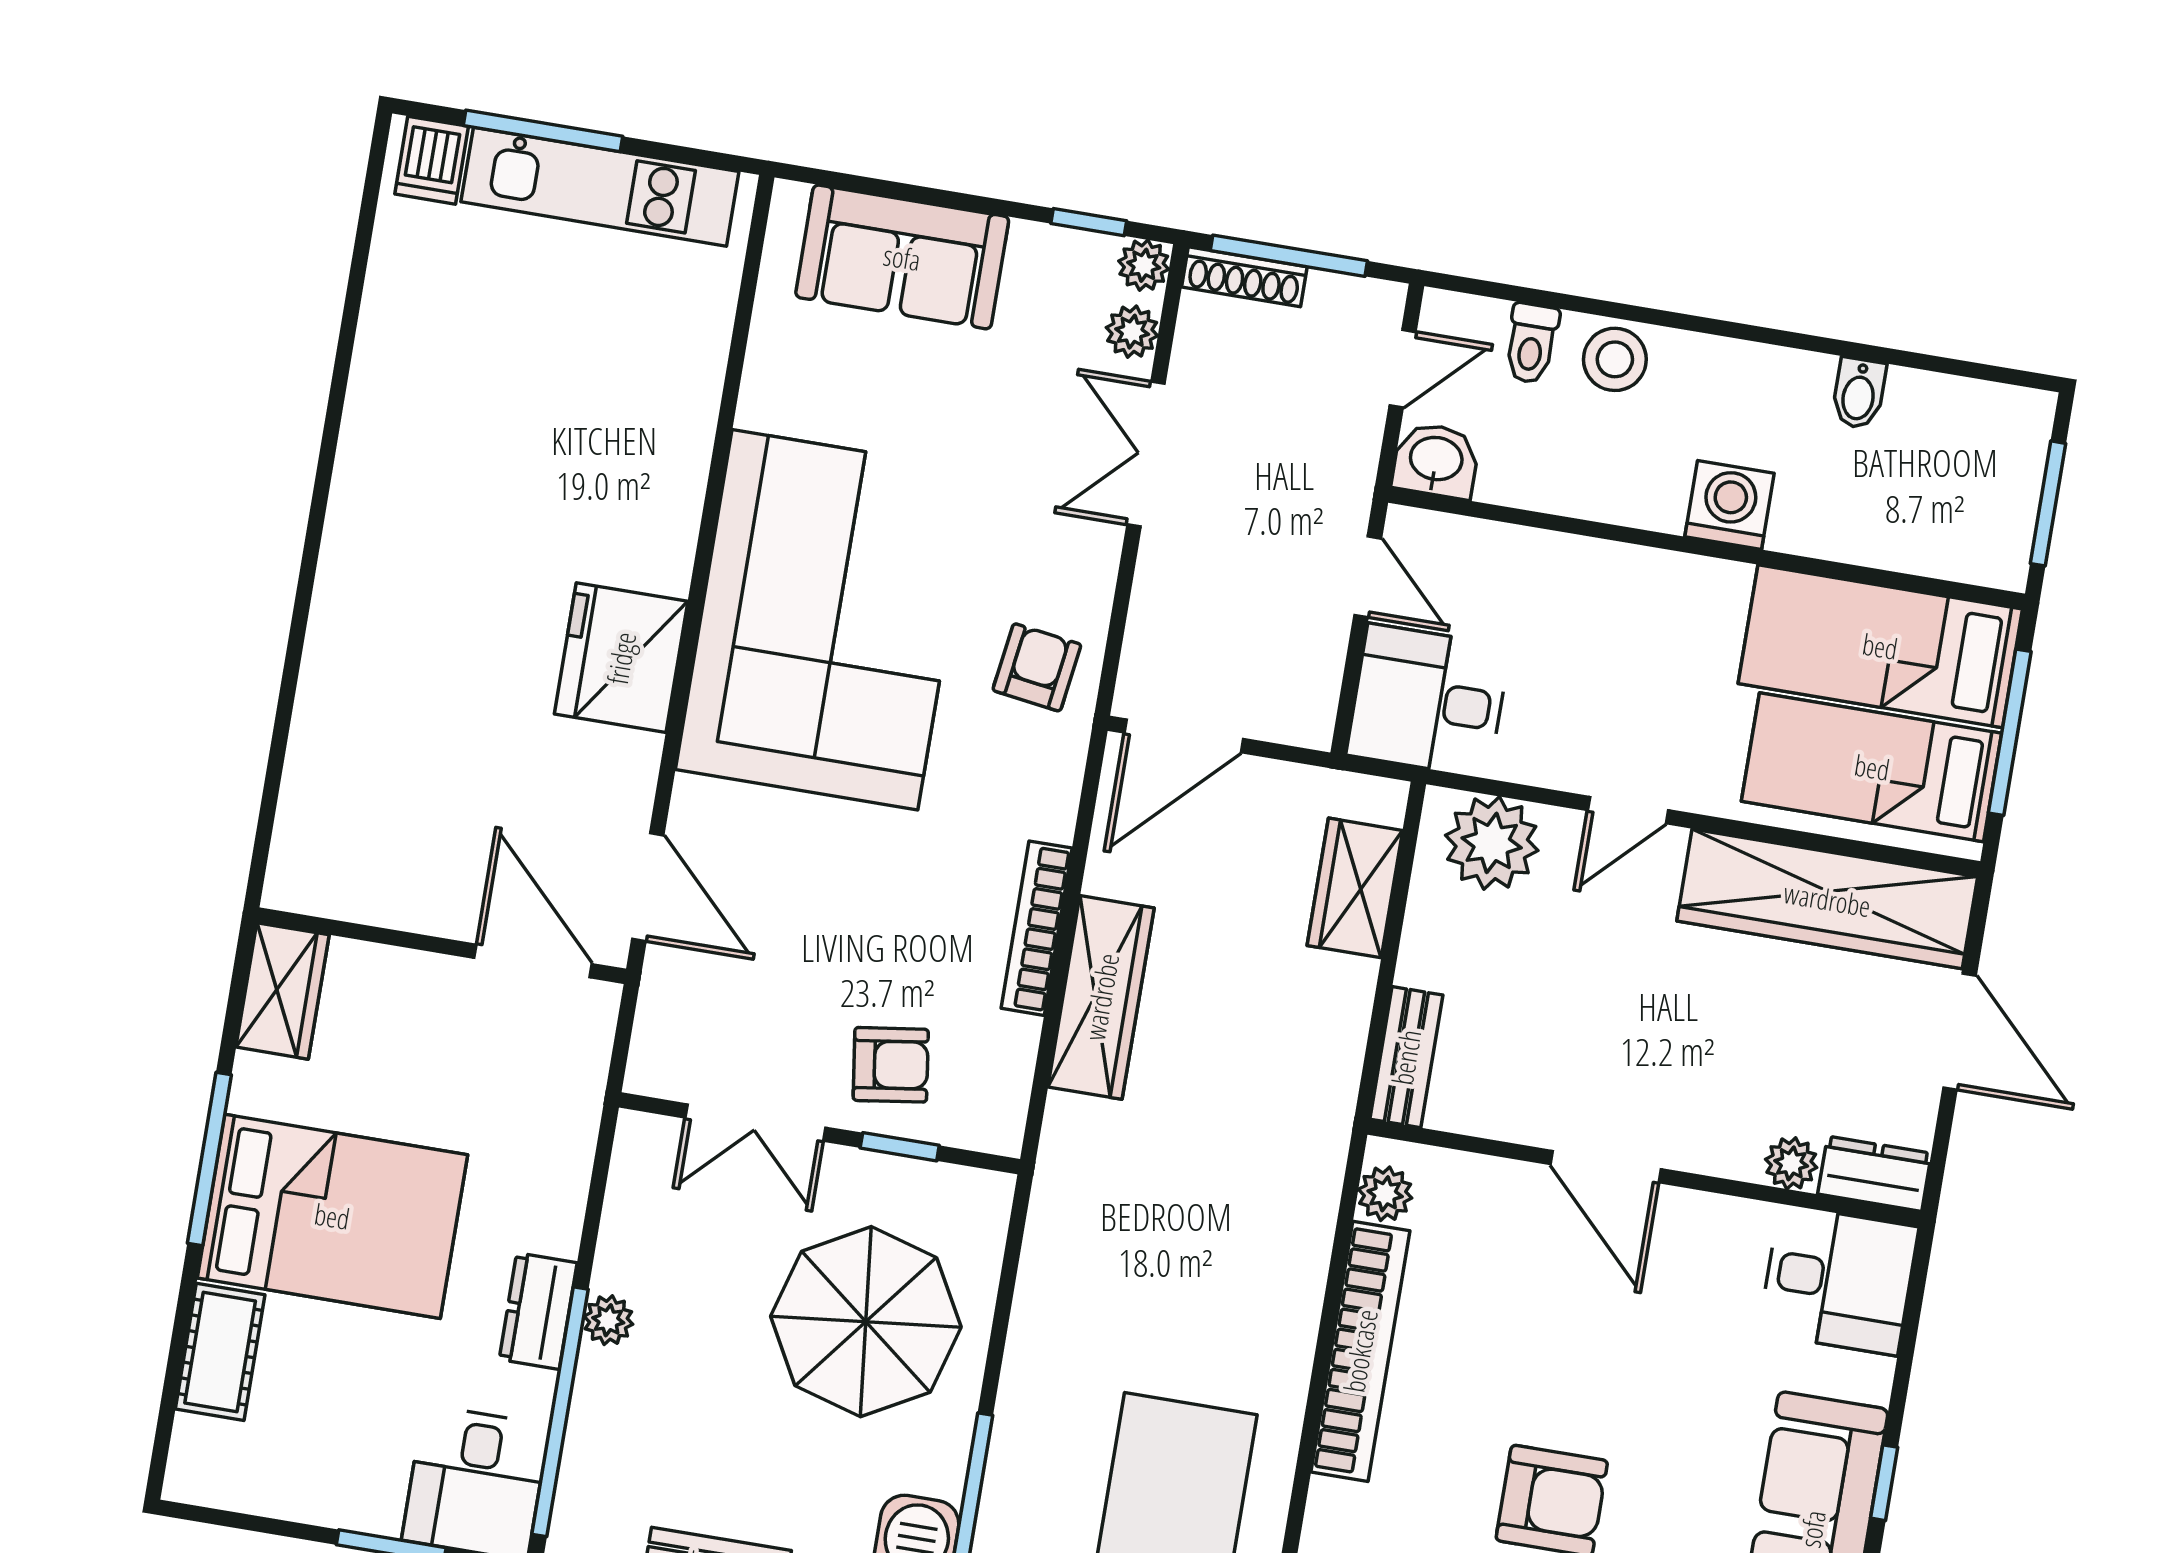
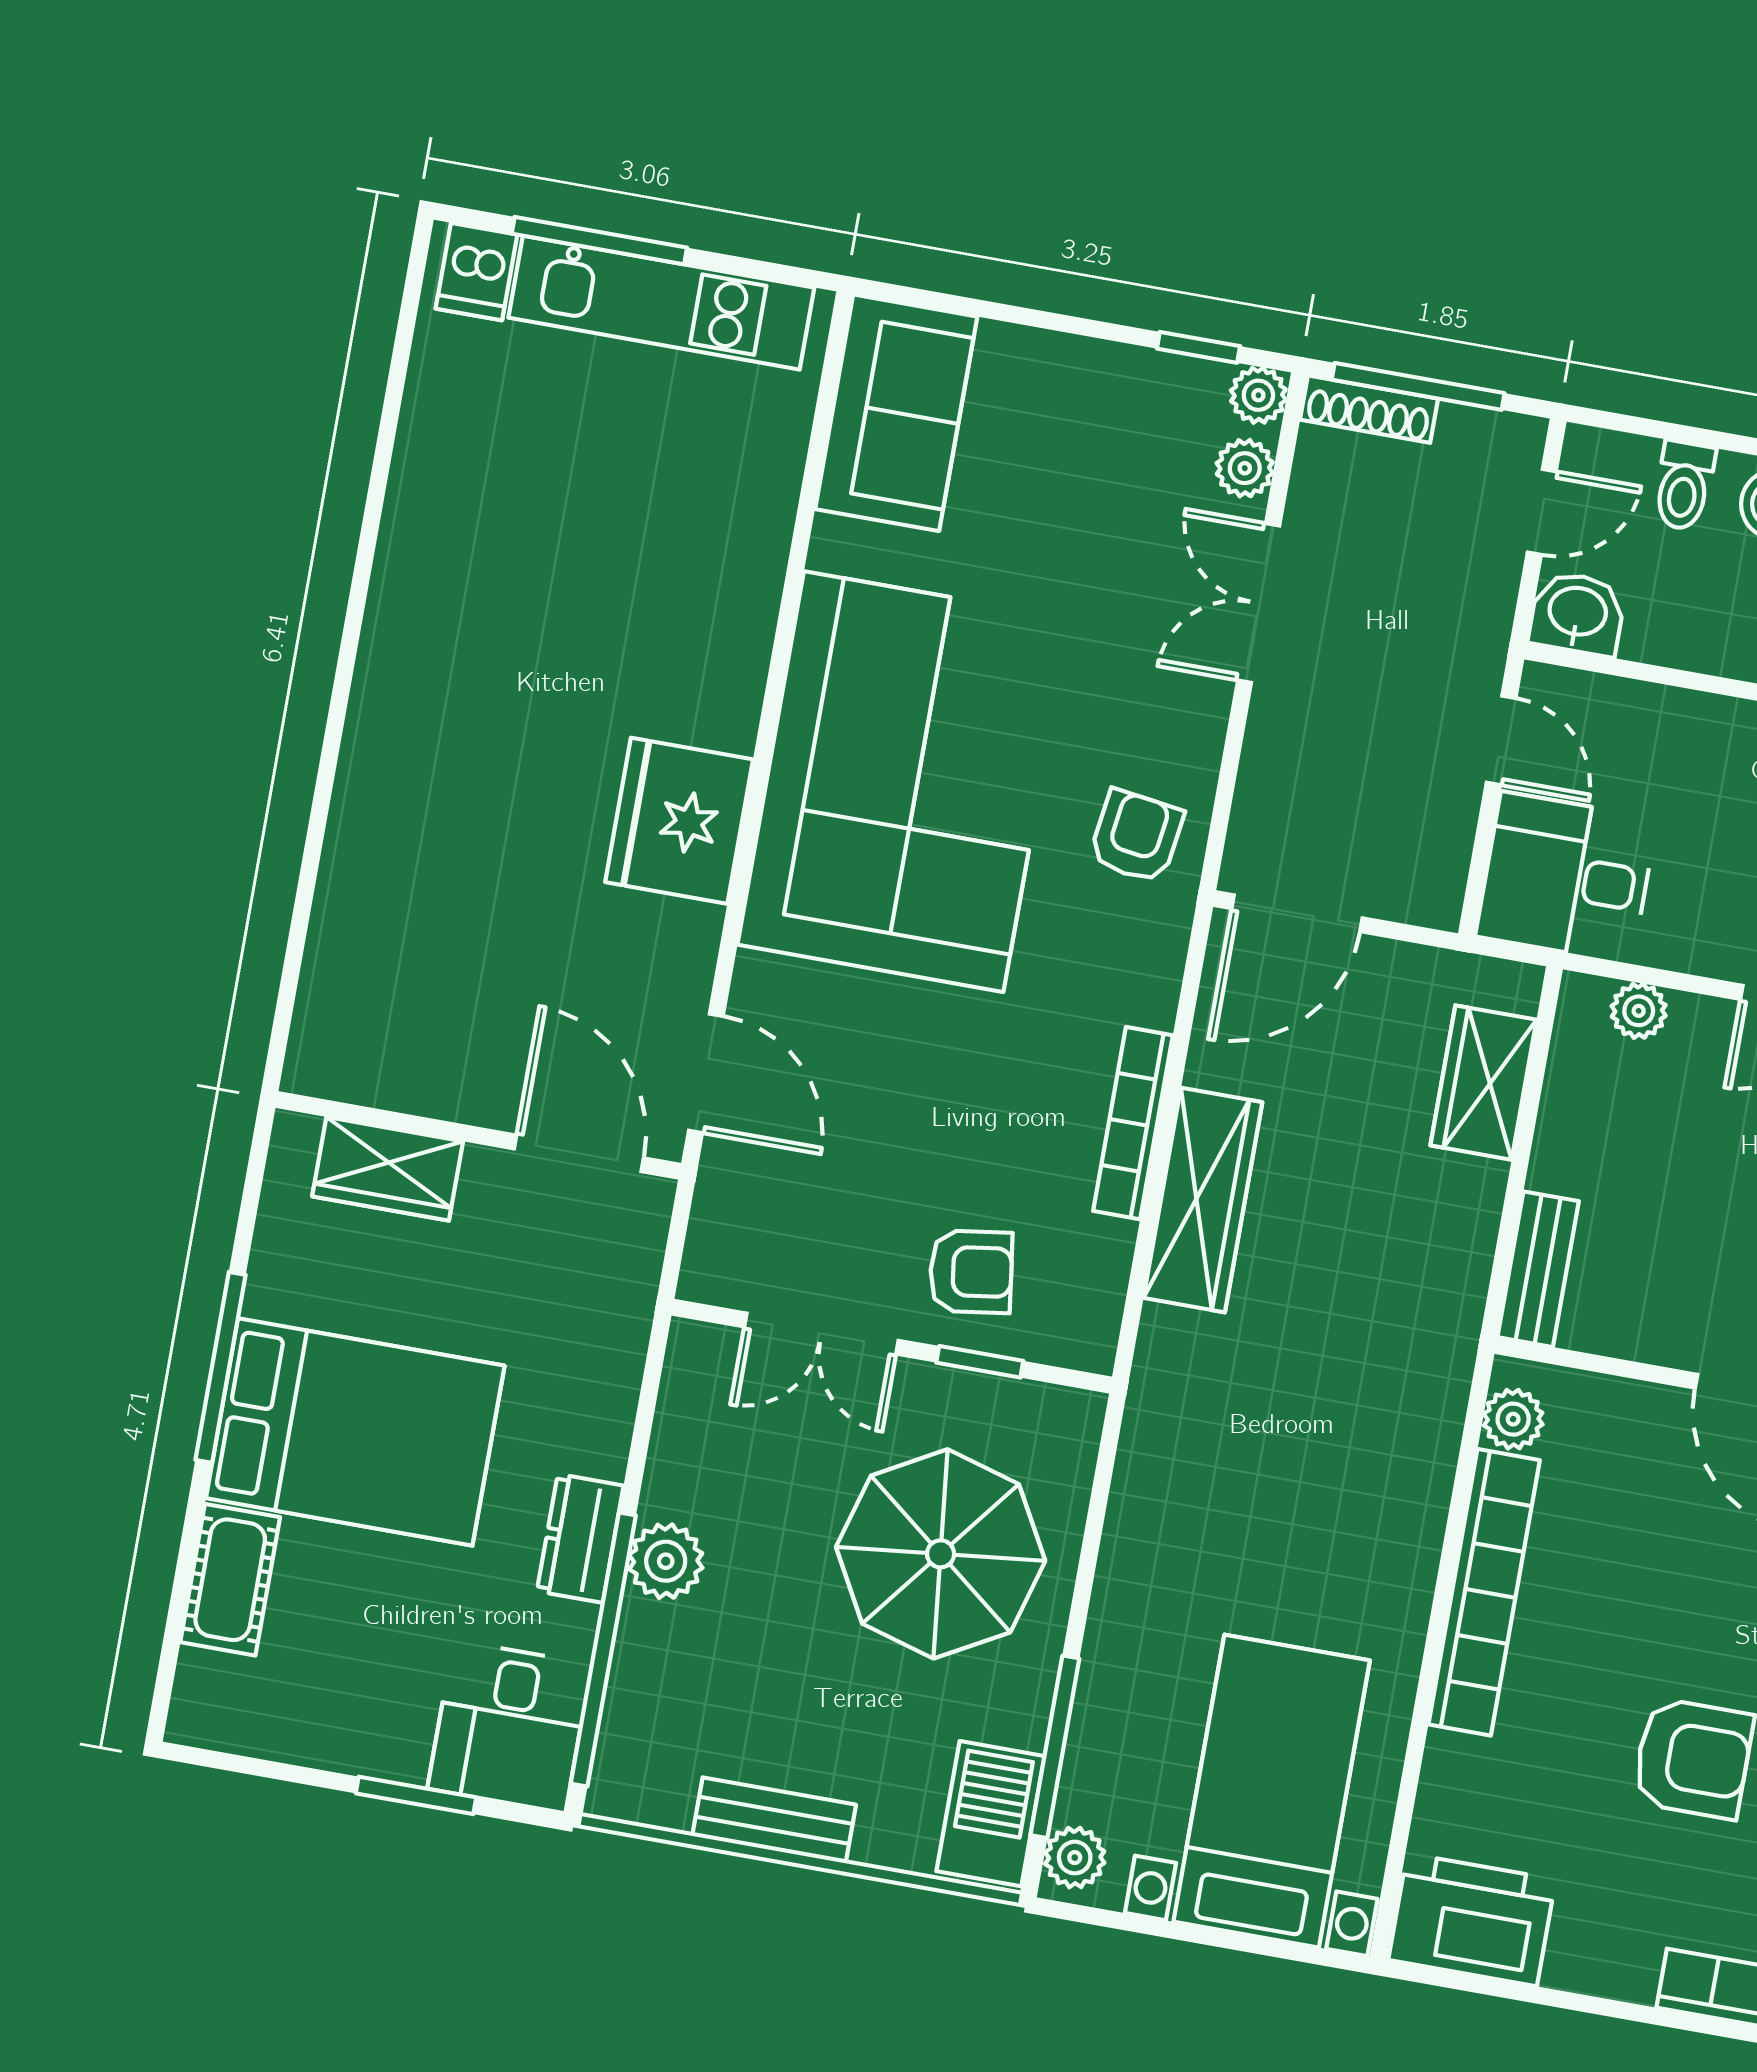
sofa: (902, 257) -> (896, 413), moved, turned -90
plant: (1492, 843) -> (1639, 1011), width x0.53, depth x0.53
wardrobe: (282, 991) -> (388, 1169), moved, turned 90
plant: (608, 1320) -> (666, 1561), width x1.38, depth x1.38

